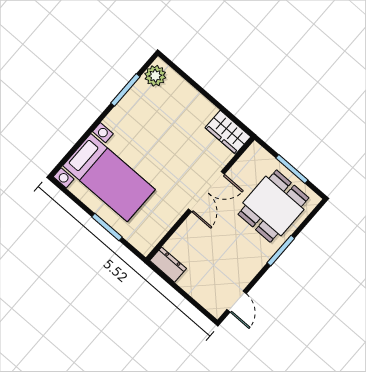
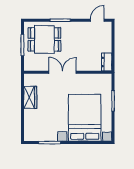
plant: (155, 76) -> (33, 135), removed
wardrobe: (228, 132) -> (30, 97), moved
bed with nightstands: (109, 178) -> (85, 118), width x1.36

